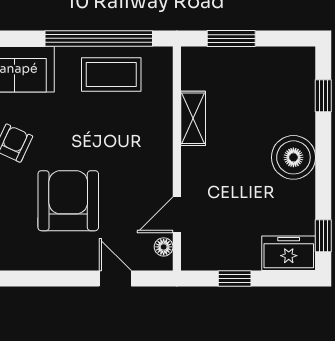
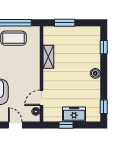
boiler: (293, 157) -> (95, 73), width x0.54, depth x0.54
freezer: (289, 253) -> (74, 114), moved

